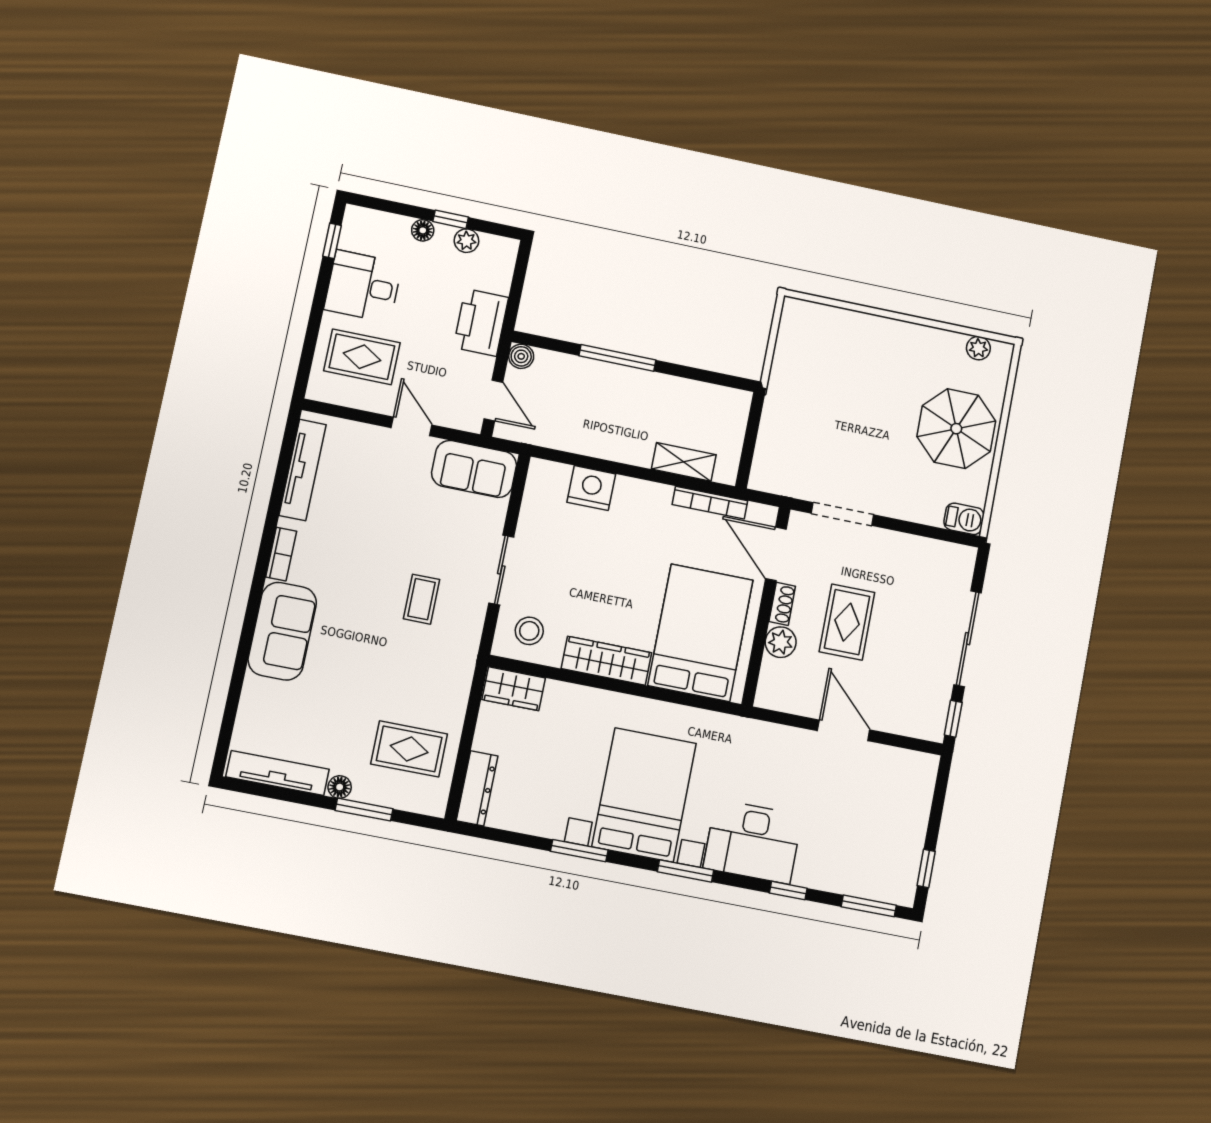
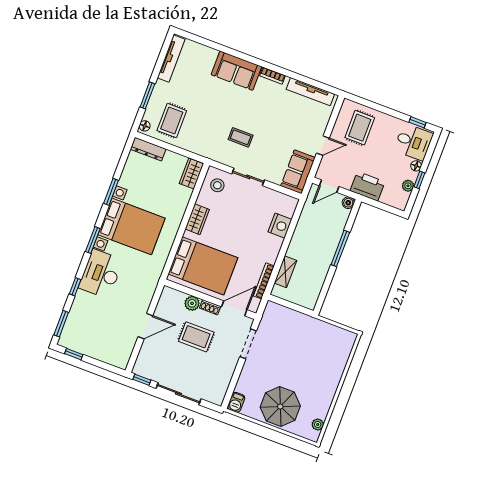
desk: (363, 286) -> (413, 142), moved, turned 90
wardrobe: (606, 661) -> (197, 219), width x0.67
floor lamp: (340, 787) -> (145, 126), moved

